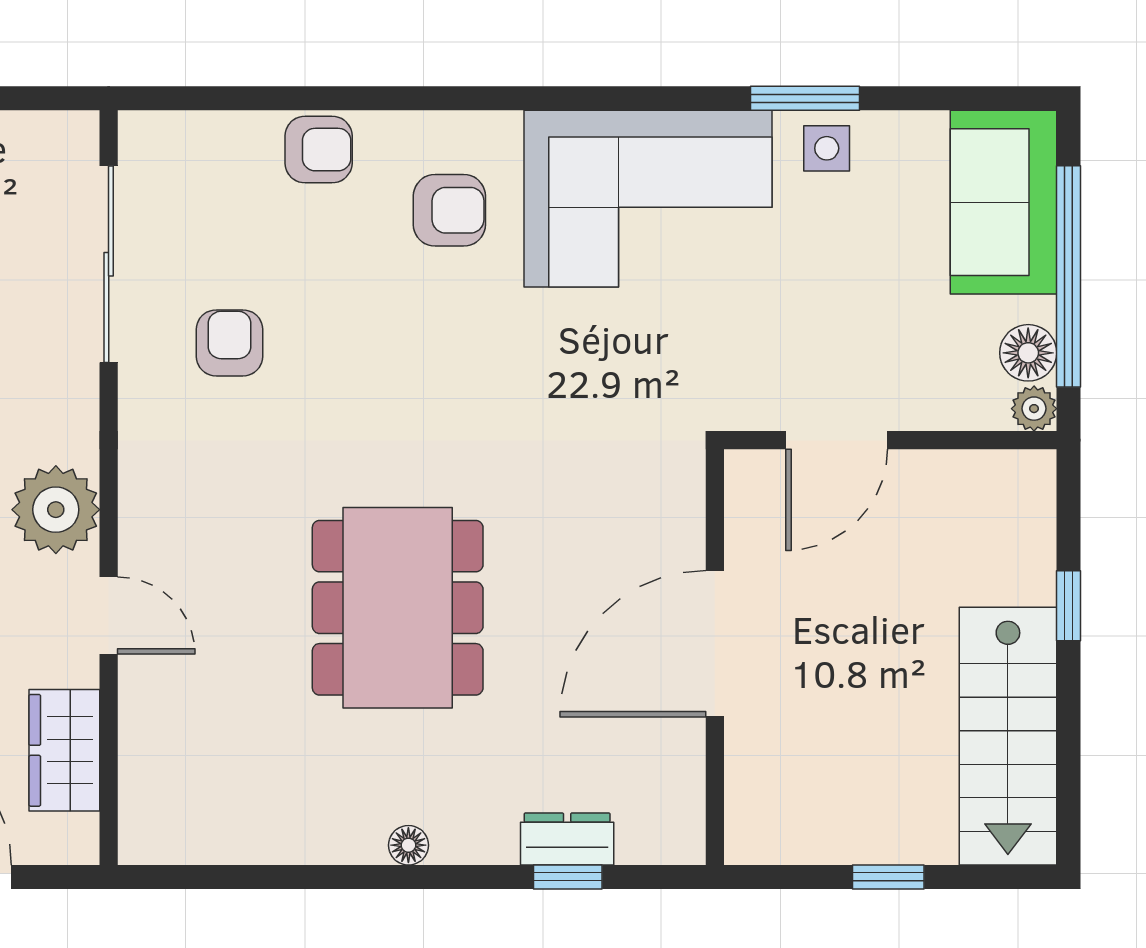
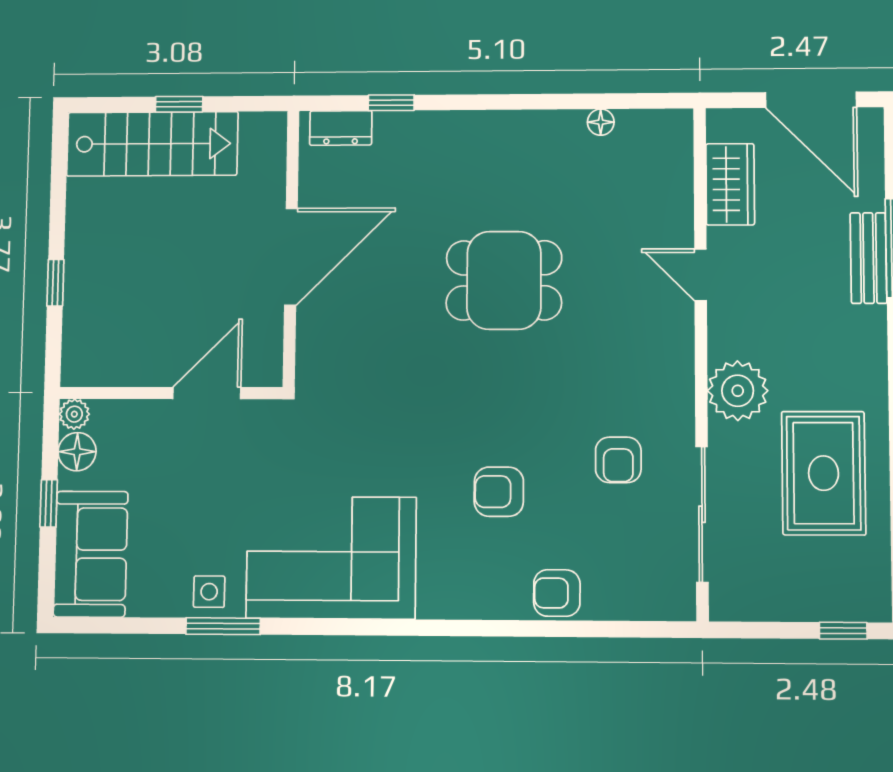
armchair: (449, 210) -> (499, 492), moved
window: (1069, 276) -> (49, 503), width x0.32
plant: (56, 510) -> (738, 391), moved
dining table: (398, 608) -> (504, 280), width x0.73
stairs: (1008, 736) -> (152, 144), moved, turned 90
dresser: (567, 839) -> (341, 128), moved
floor lamp: (408, 845) -> (601, 122), moved

